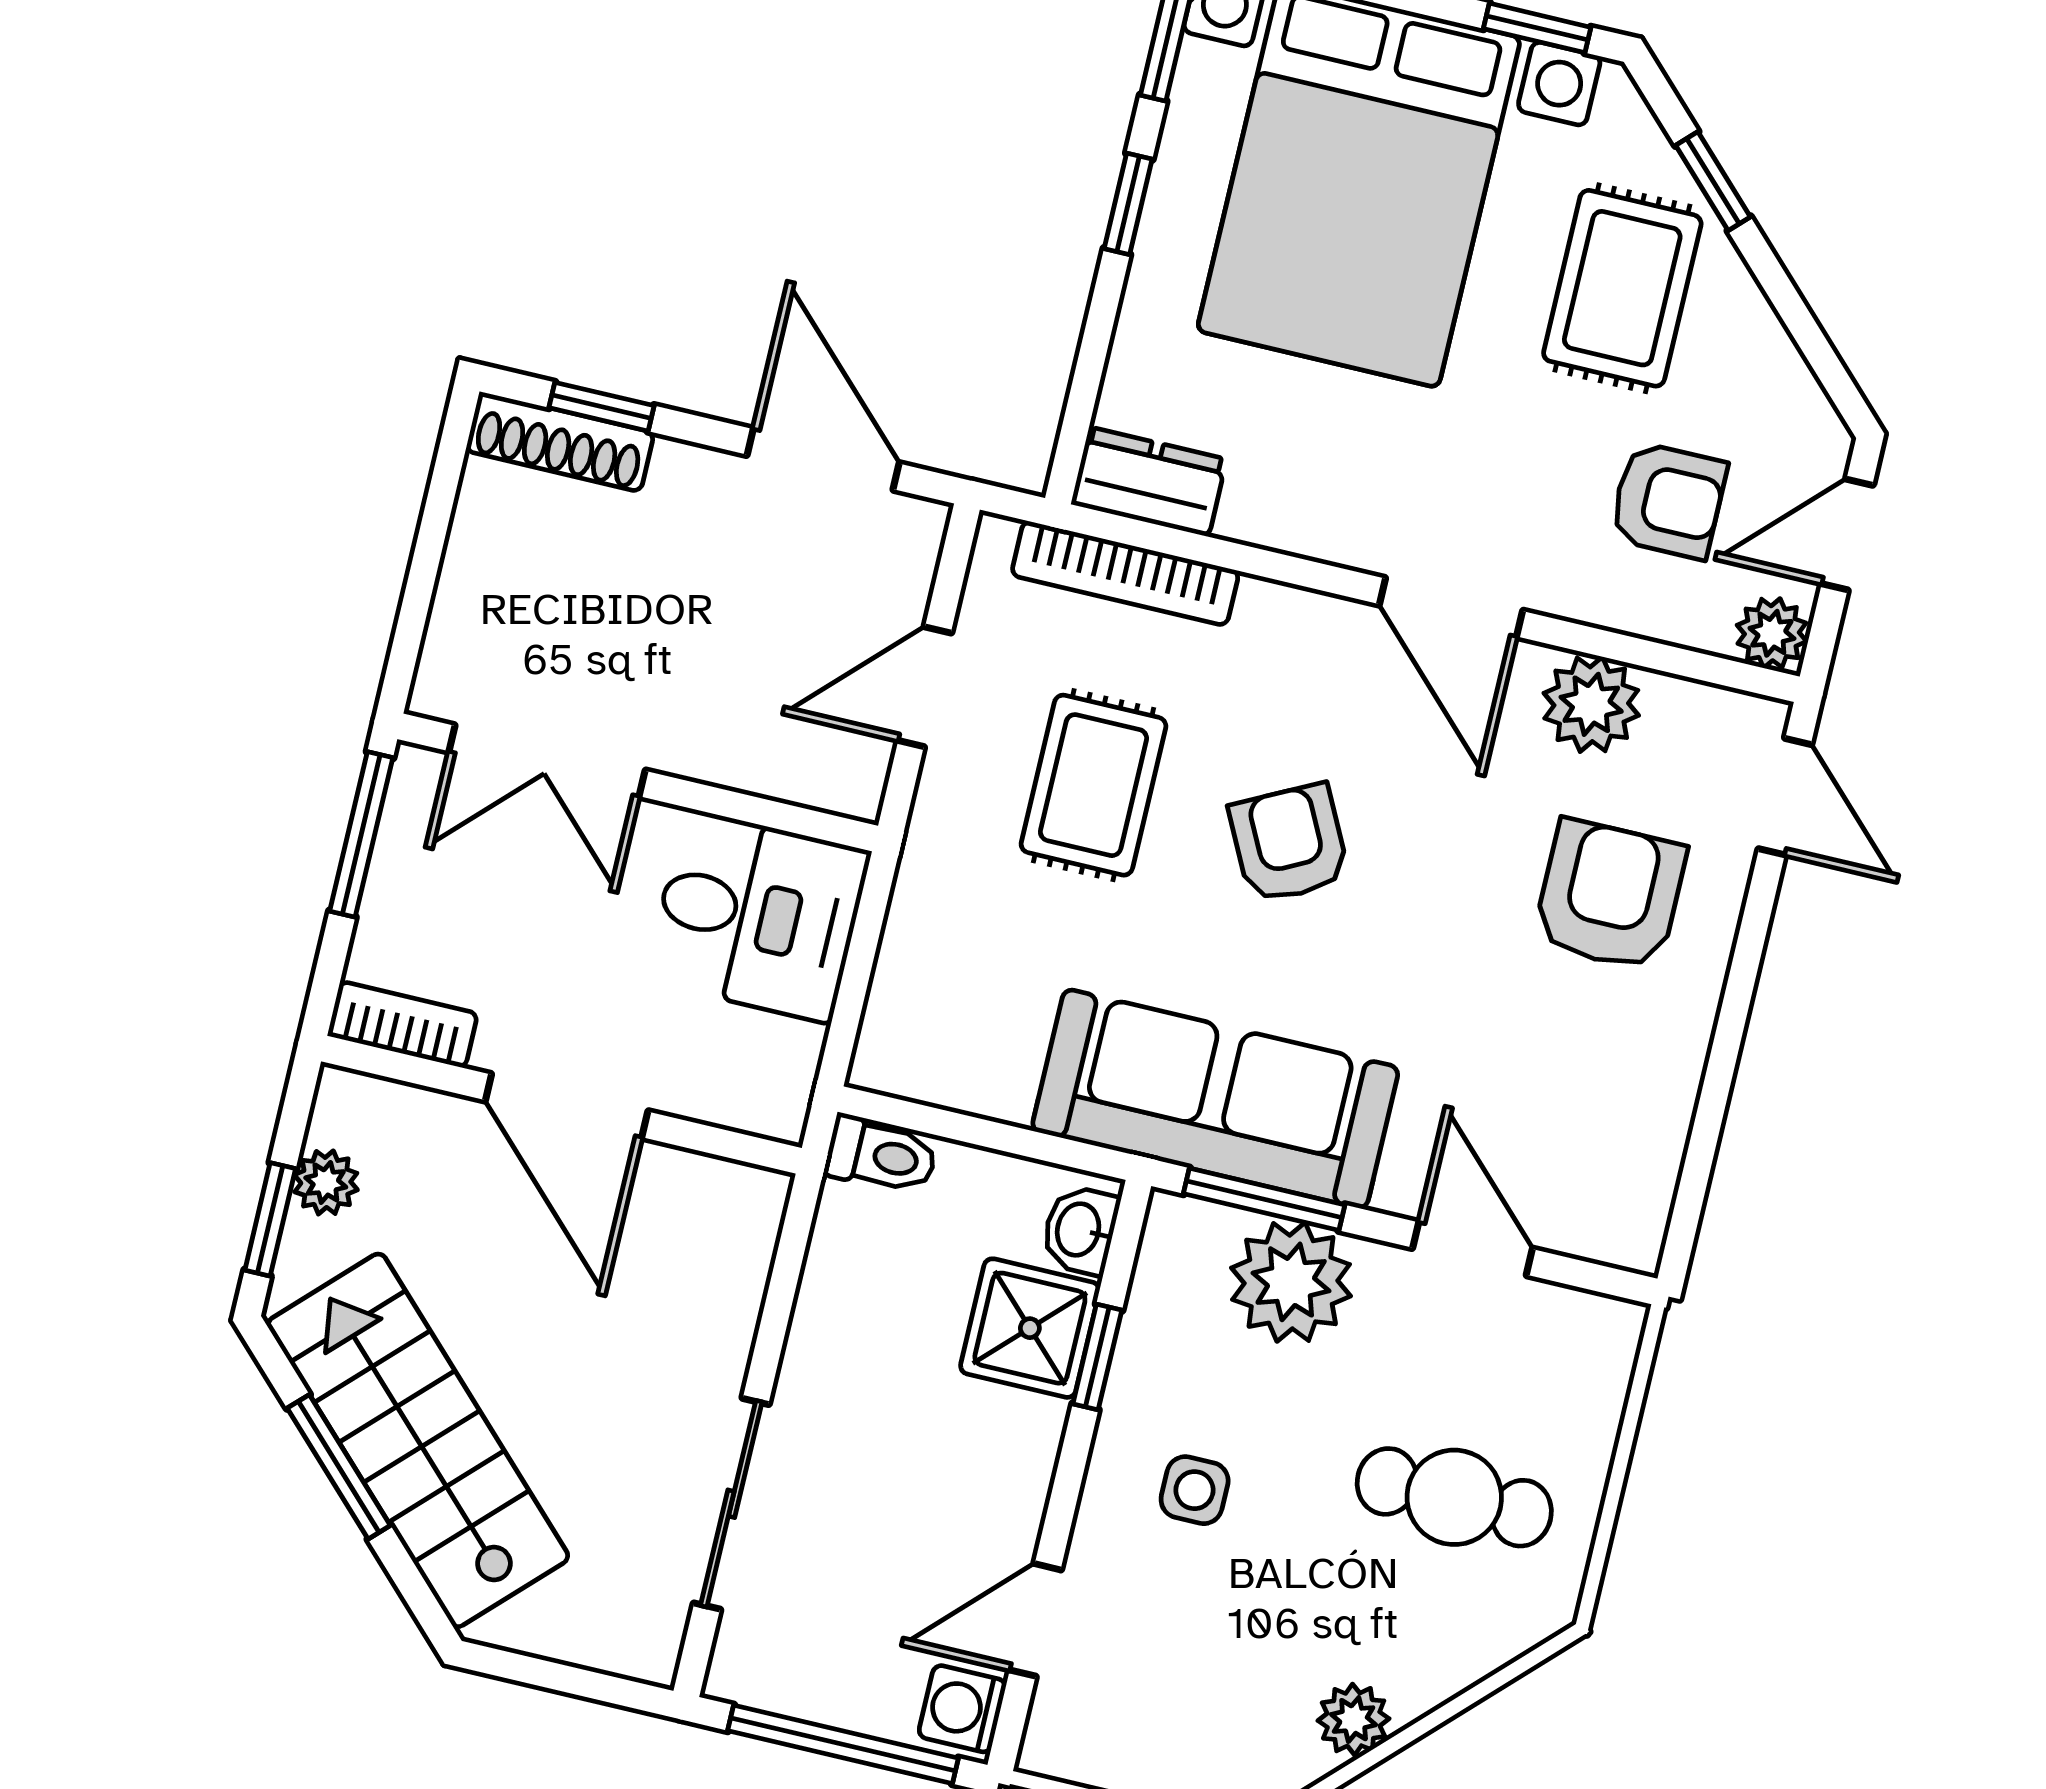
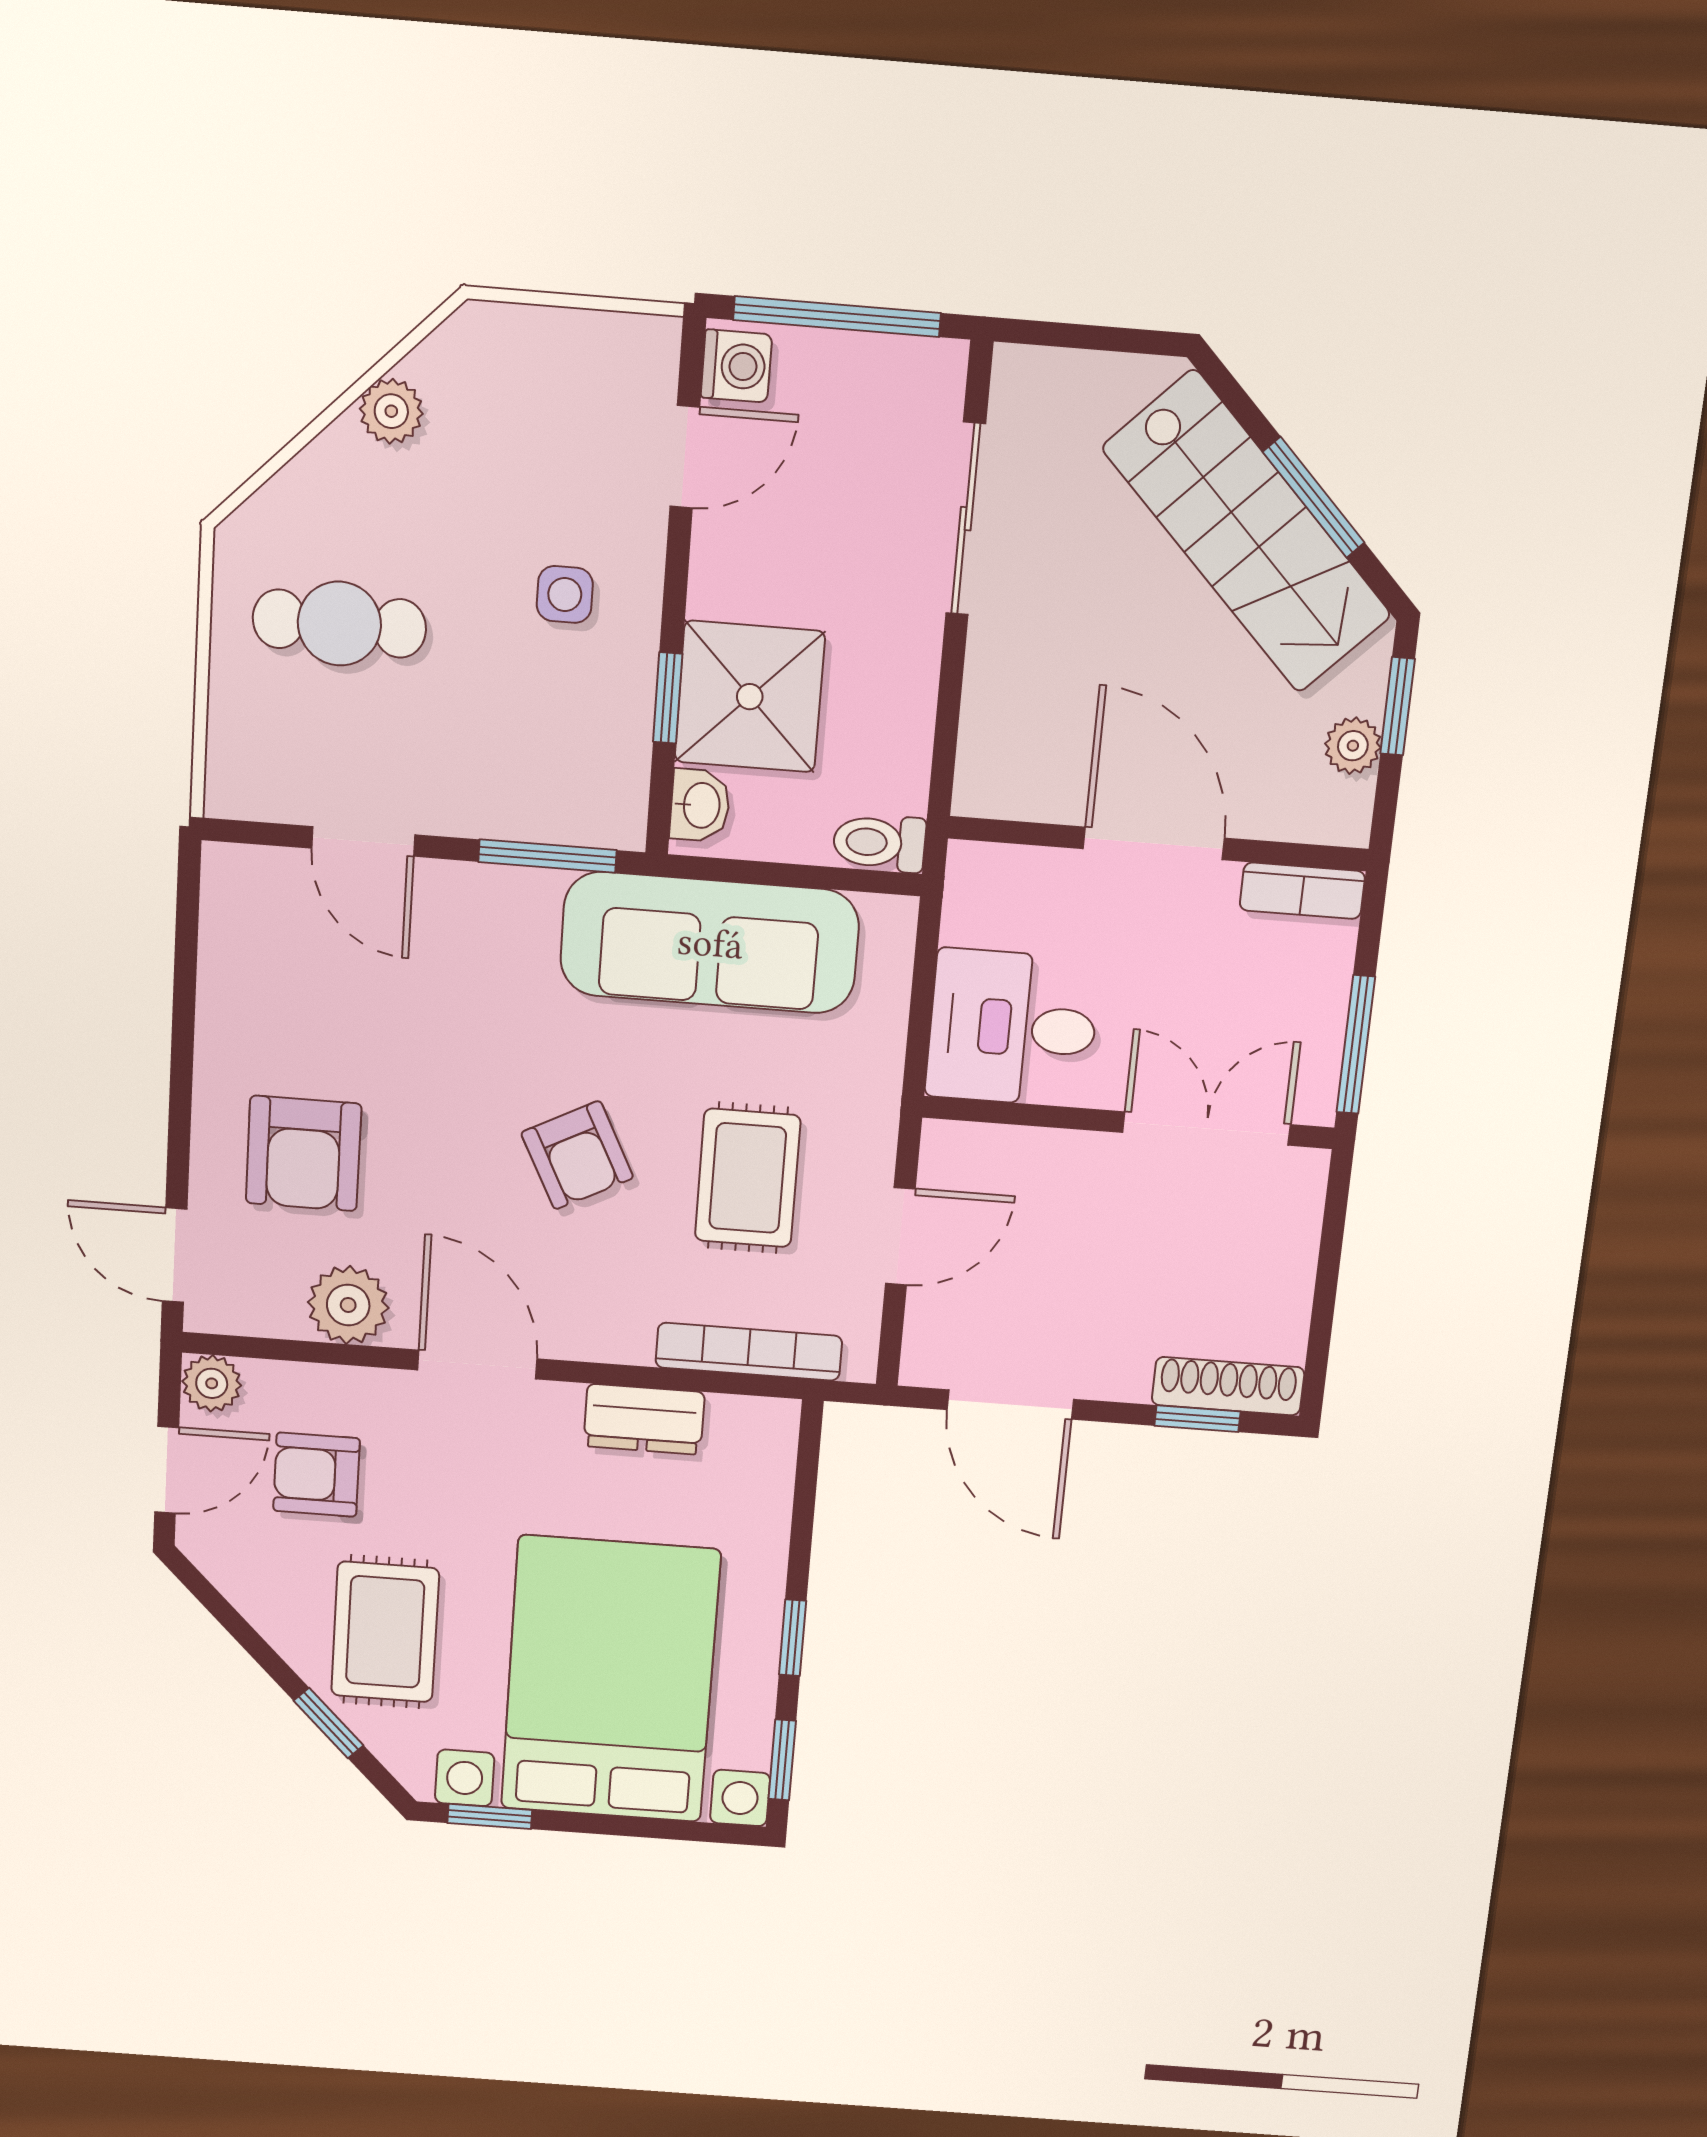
dresser: (1149, 482) -> (644, 1419), moved
sofa: (1215, 1099) -> (710, 943), moved
plant: (1291, 1282) -> (513, 789), removed
shower: (1030, 1328) -> (750, 697), width x1.36, depth x1.36

